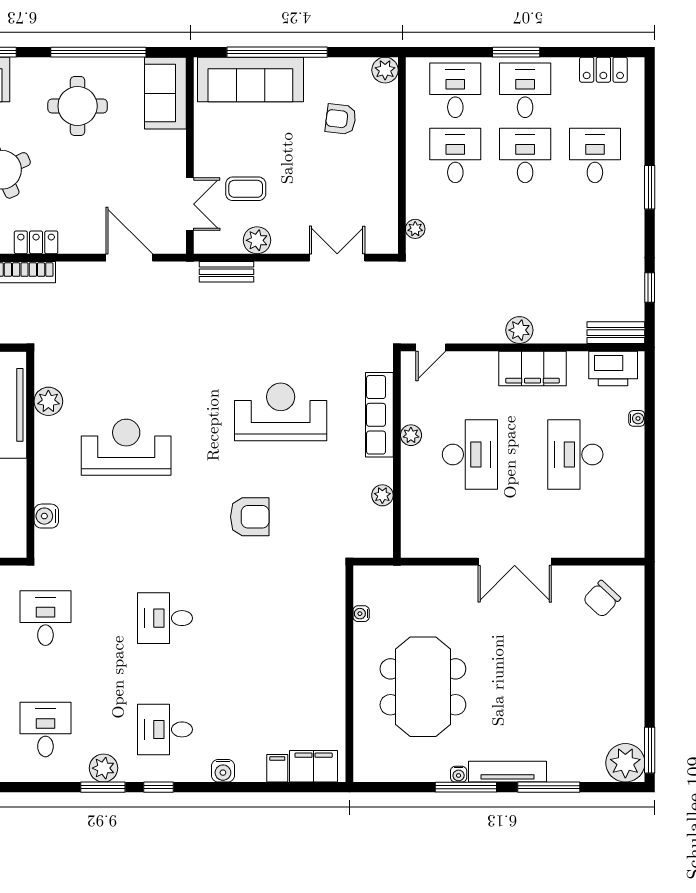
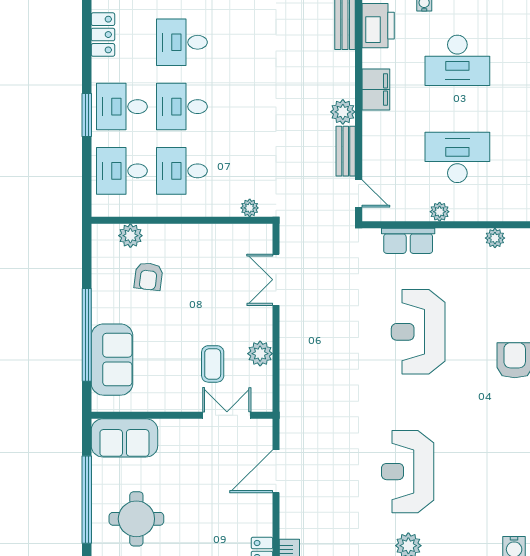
plant: (385, 70) -> (130, 236), moved
sofa: (250, 79) -> (112, 360), width x0.73
bench: (226, 272) -> (346, 151), moved
filing cabinet: (533, 368) -> (376, 89), width x0.67, depth x0.86
row of seats: (379, 415) -> (408, 241), width x0.68
reception desk: (126, 447) -> (408, 472), moved

